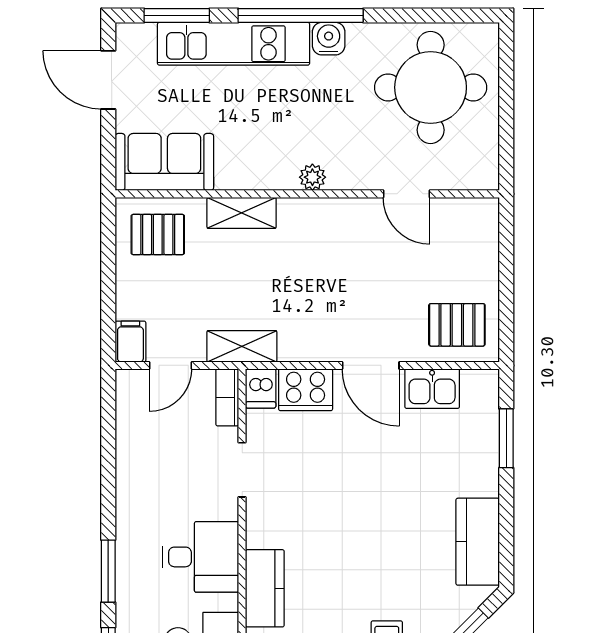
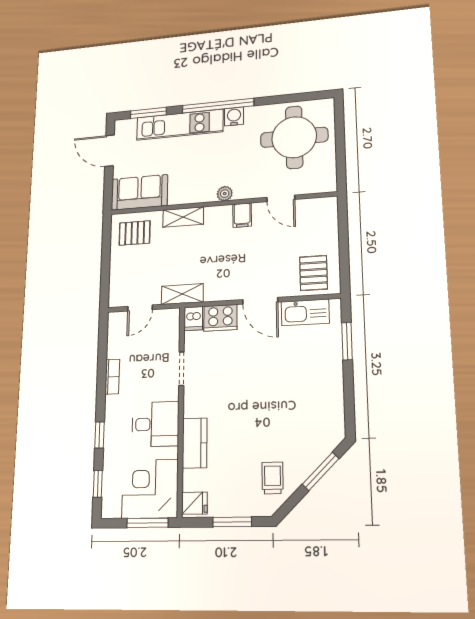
pallet: (457, 325) -> (313, 273), turned 90
filing cabinet: (130, 342) -> (242, 215), moved, turned 180
kitchen sink: (432, 389) -> (305, 312), width x1.38
bookcase: (227, 397) -> (112, 377), moved, turned 180
kitchen counter: (478, 542) -> (331, 408), removed
window: (108, 571) -> (99, 435), width x0.67

